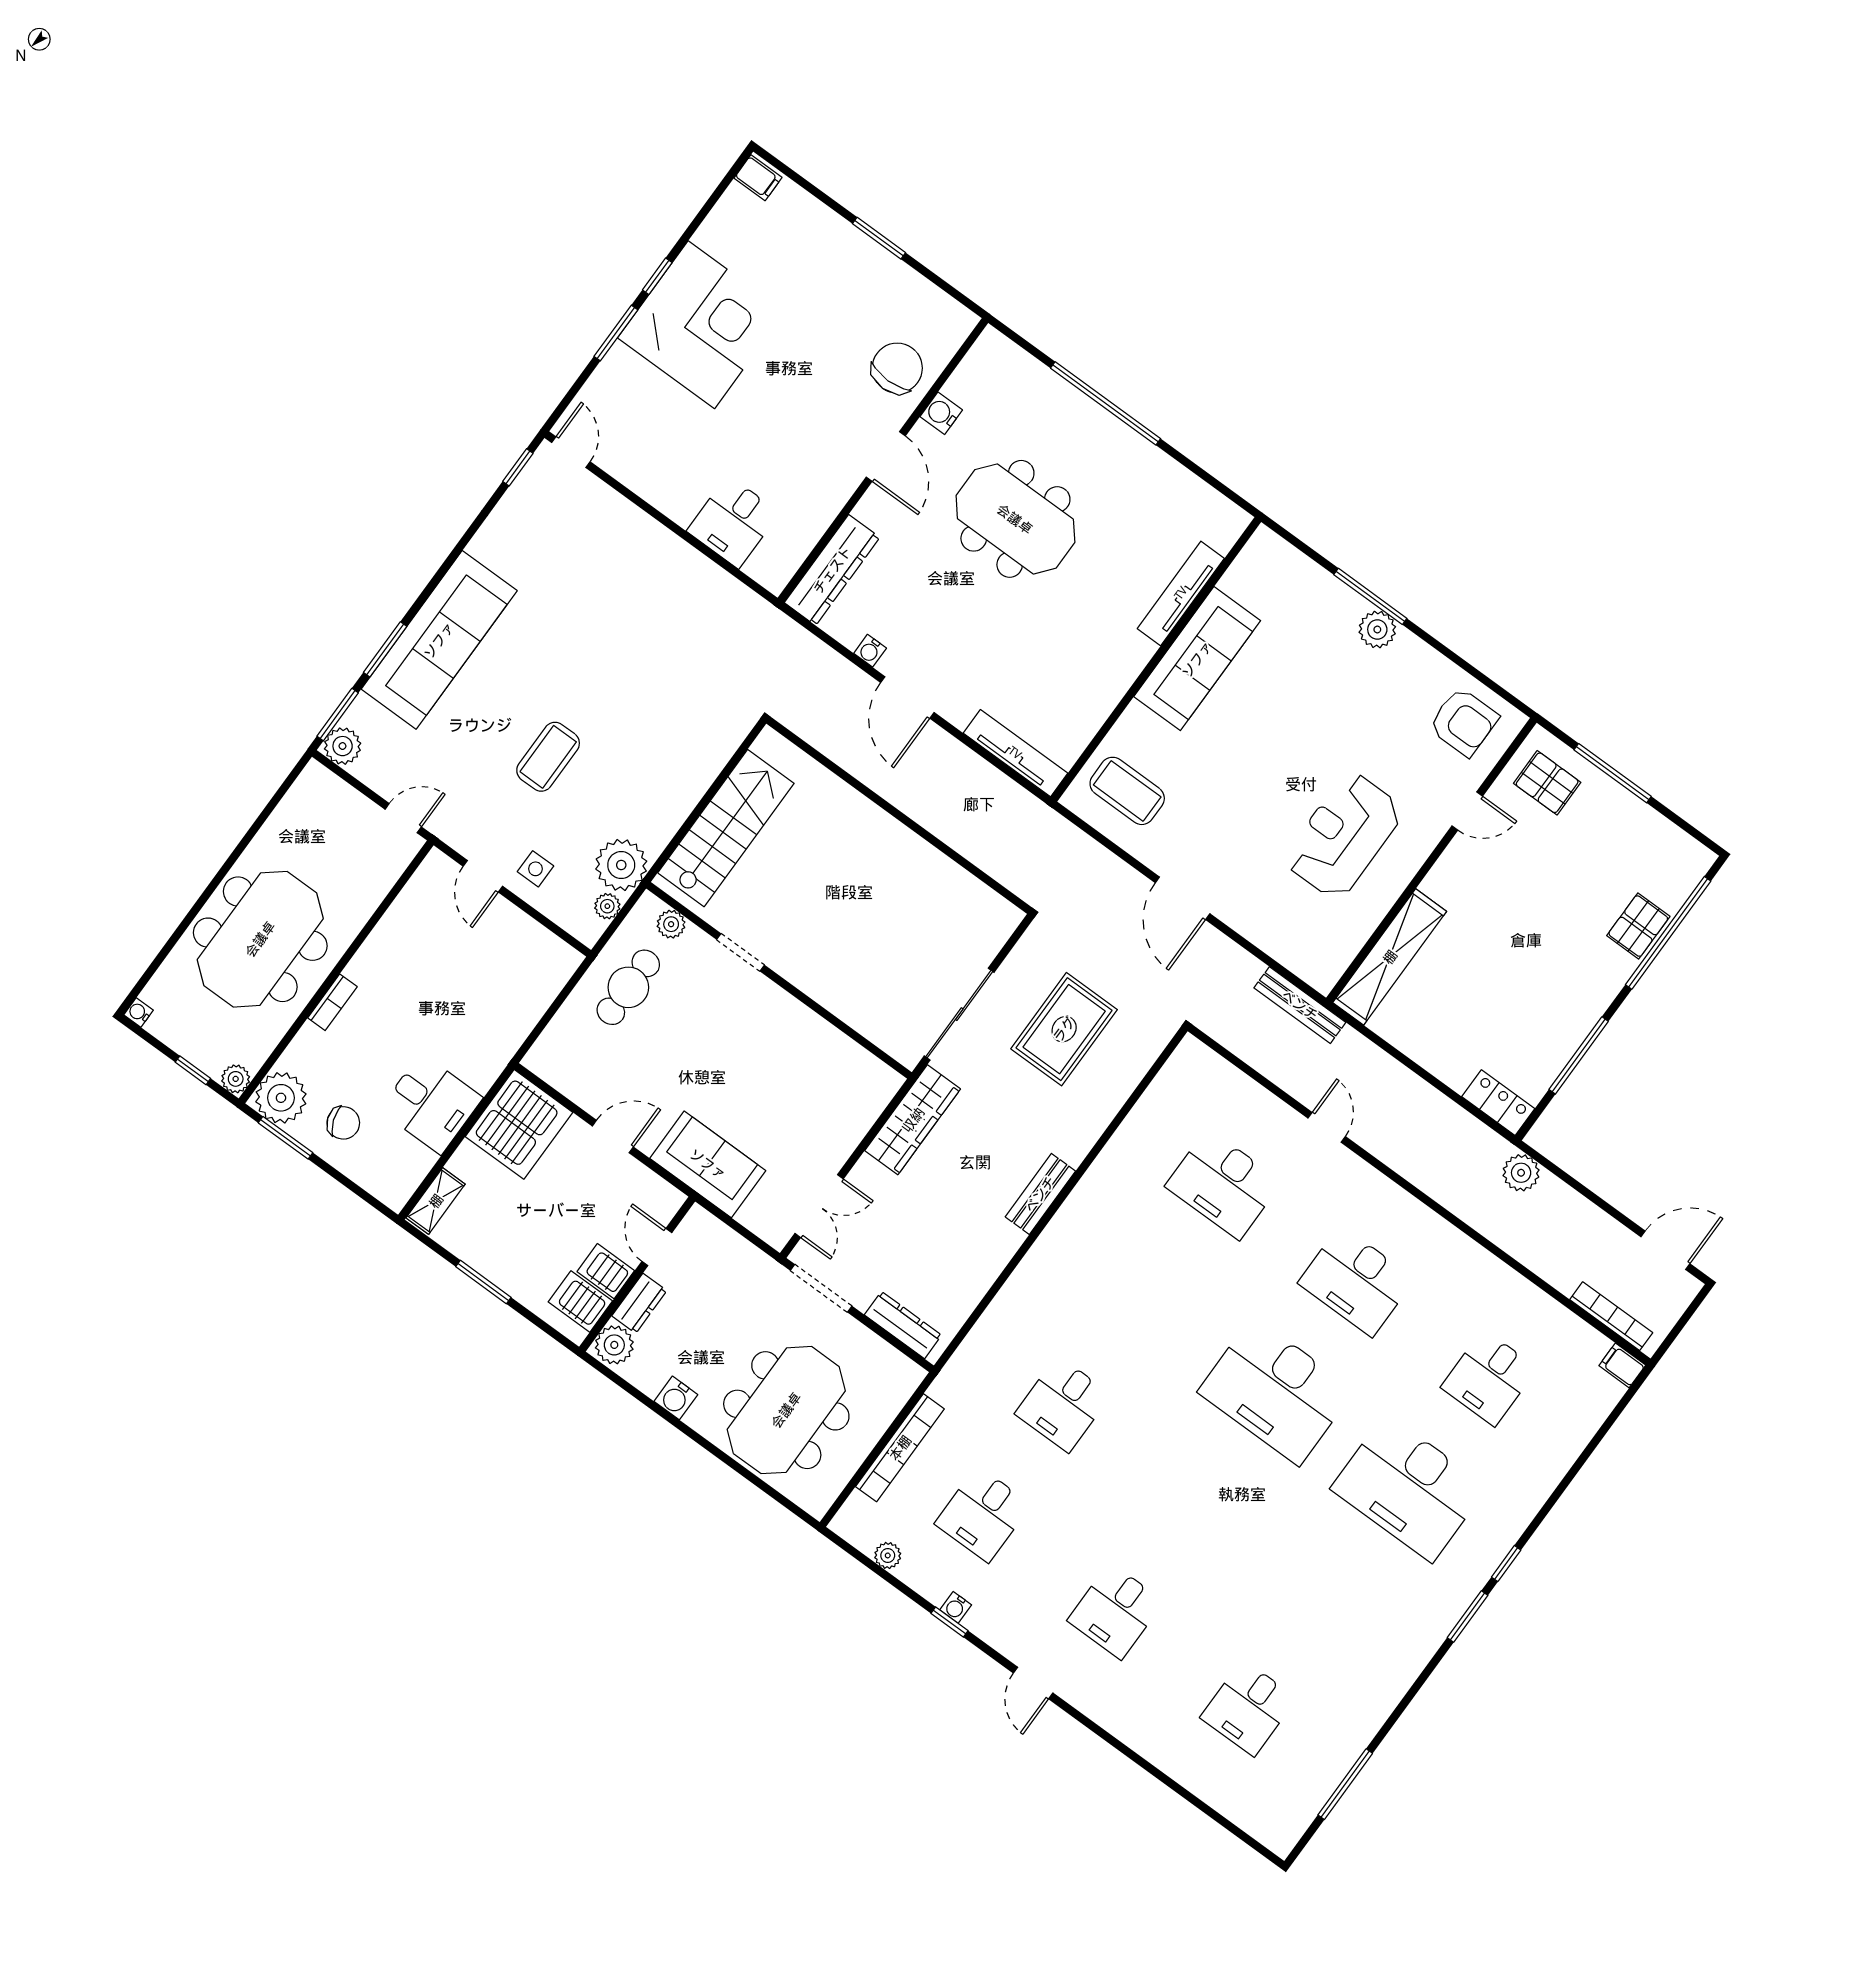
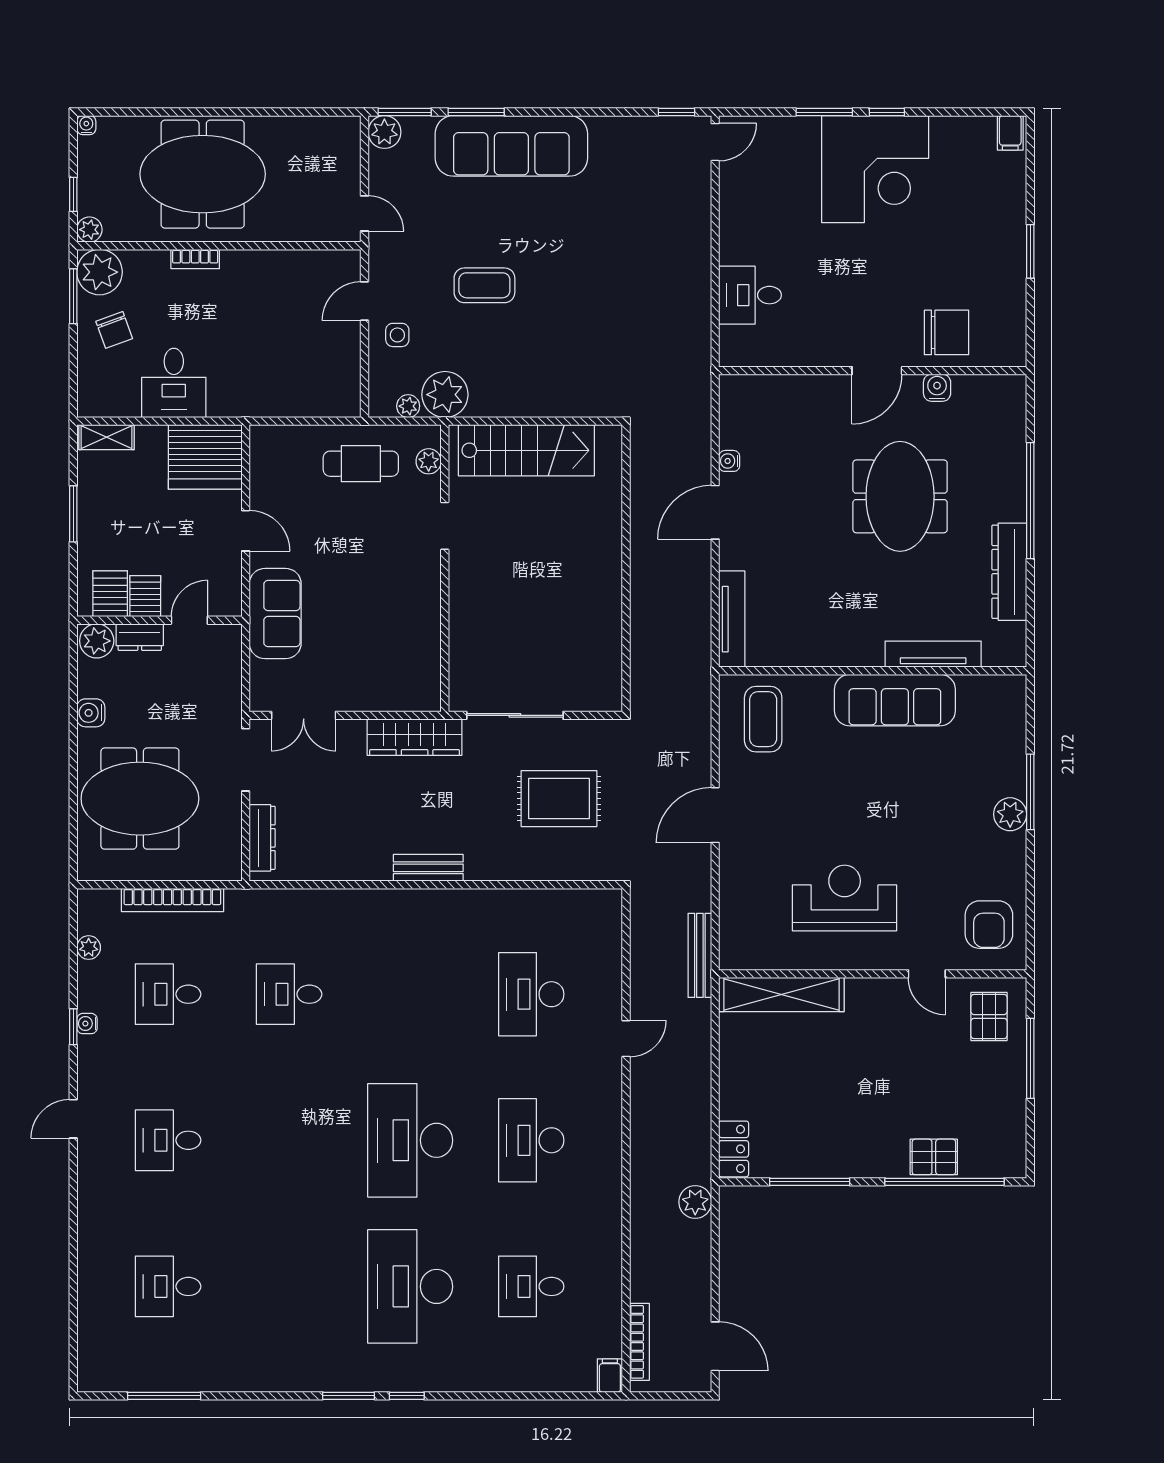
dresser: (832, 570) -> (1009, 572), moved, turned 90

